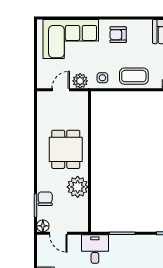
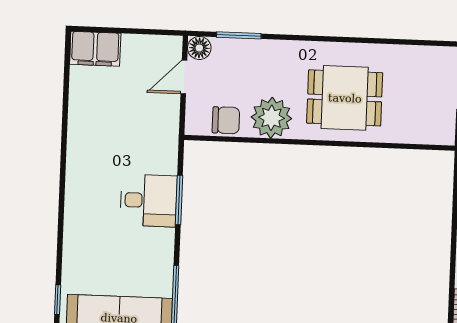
chair: (45, 199) -> (226, 120), moved
desk: (95, 249) -> (149, 200), moved

